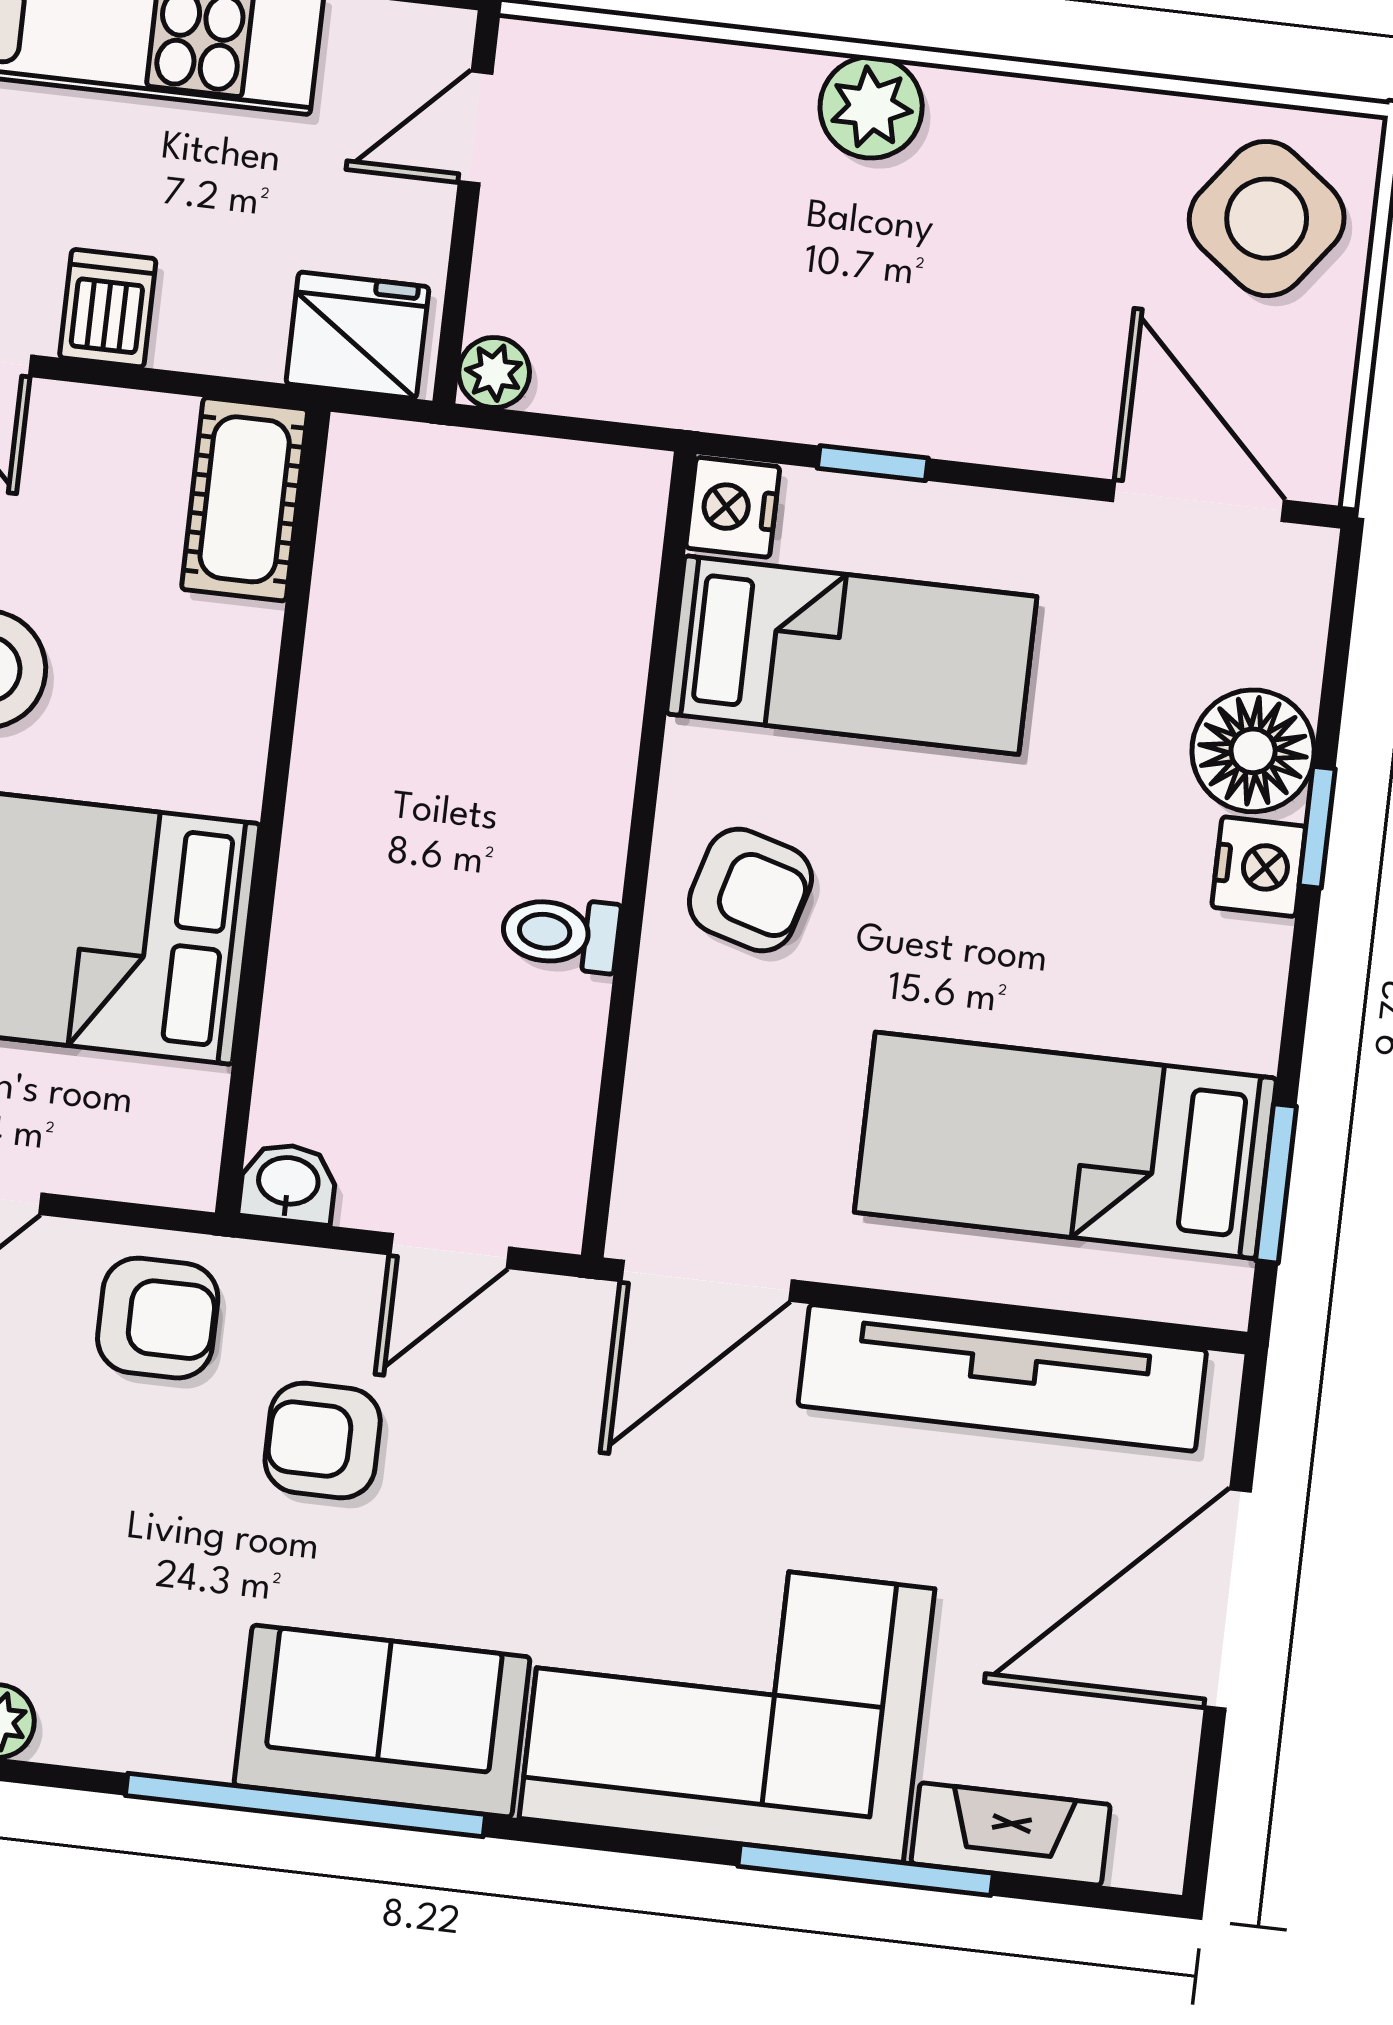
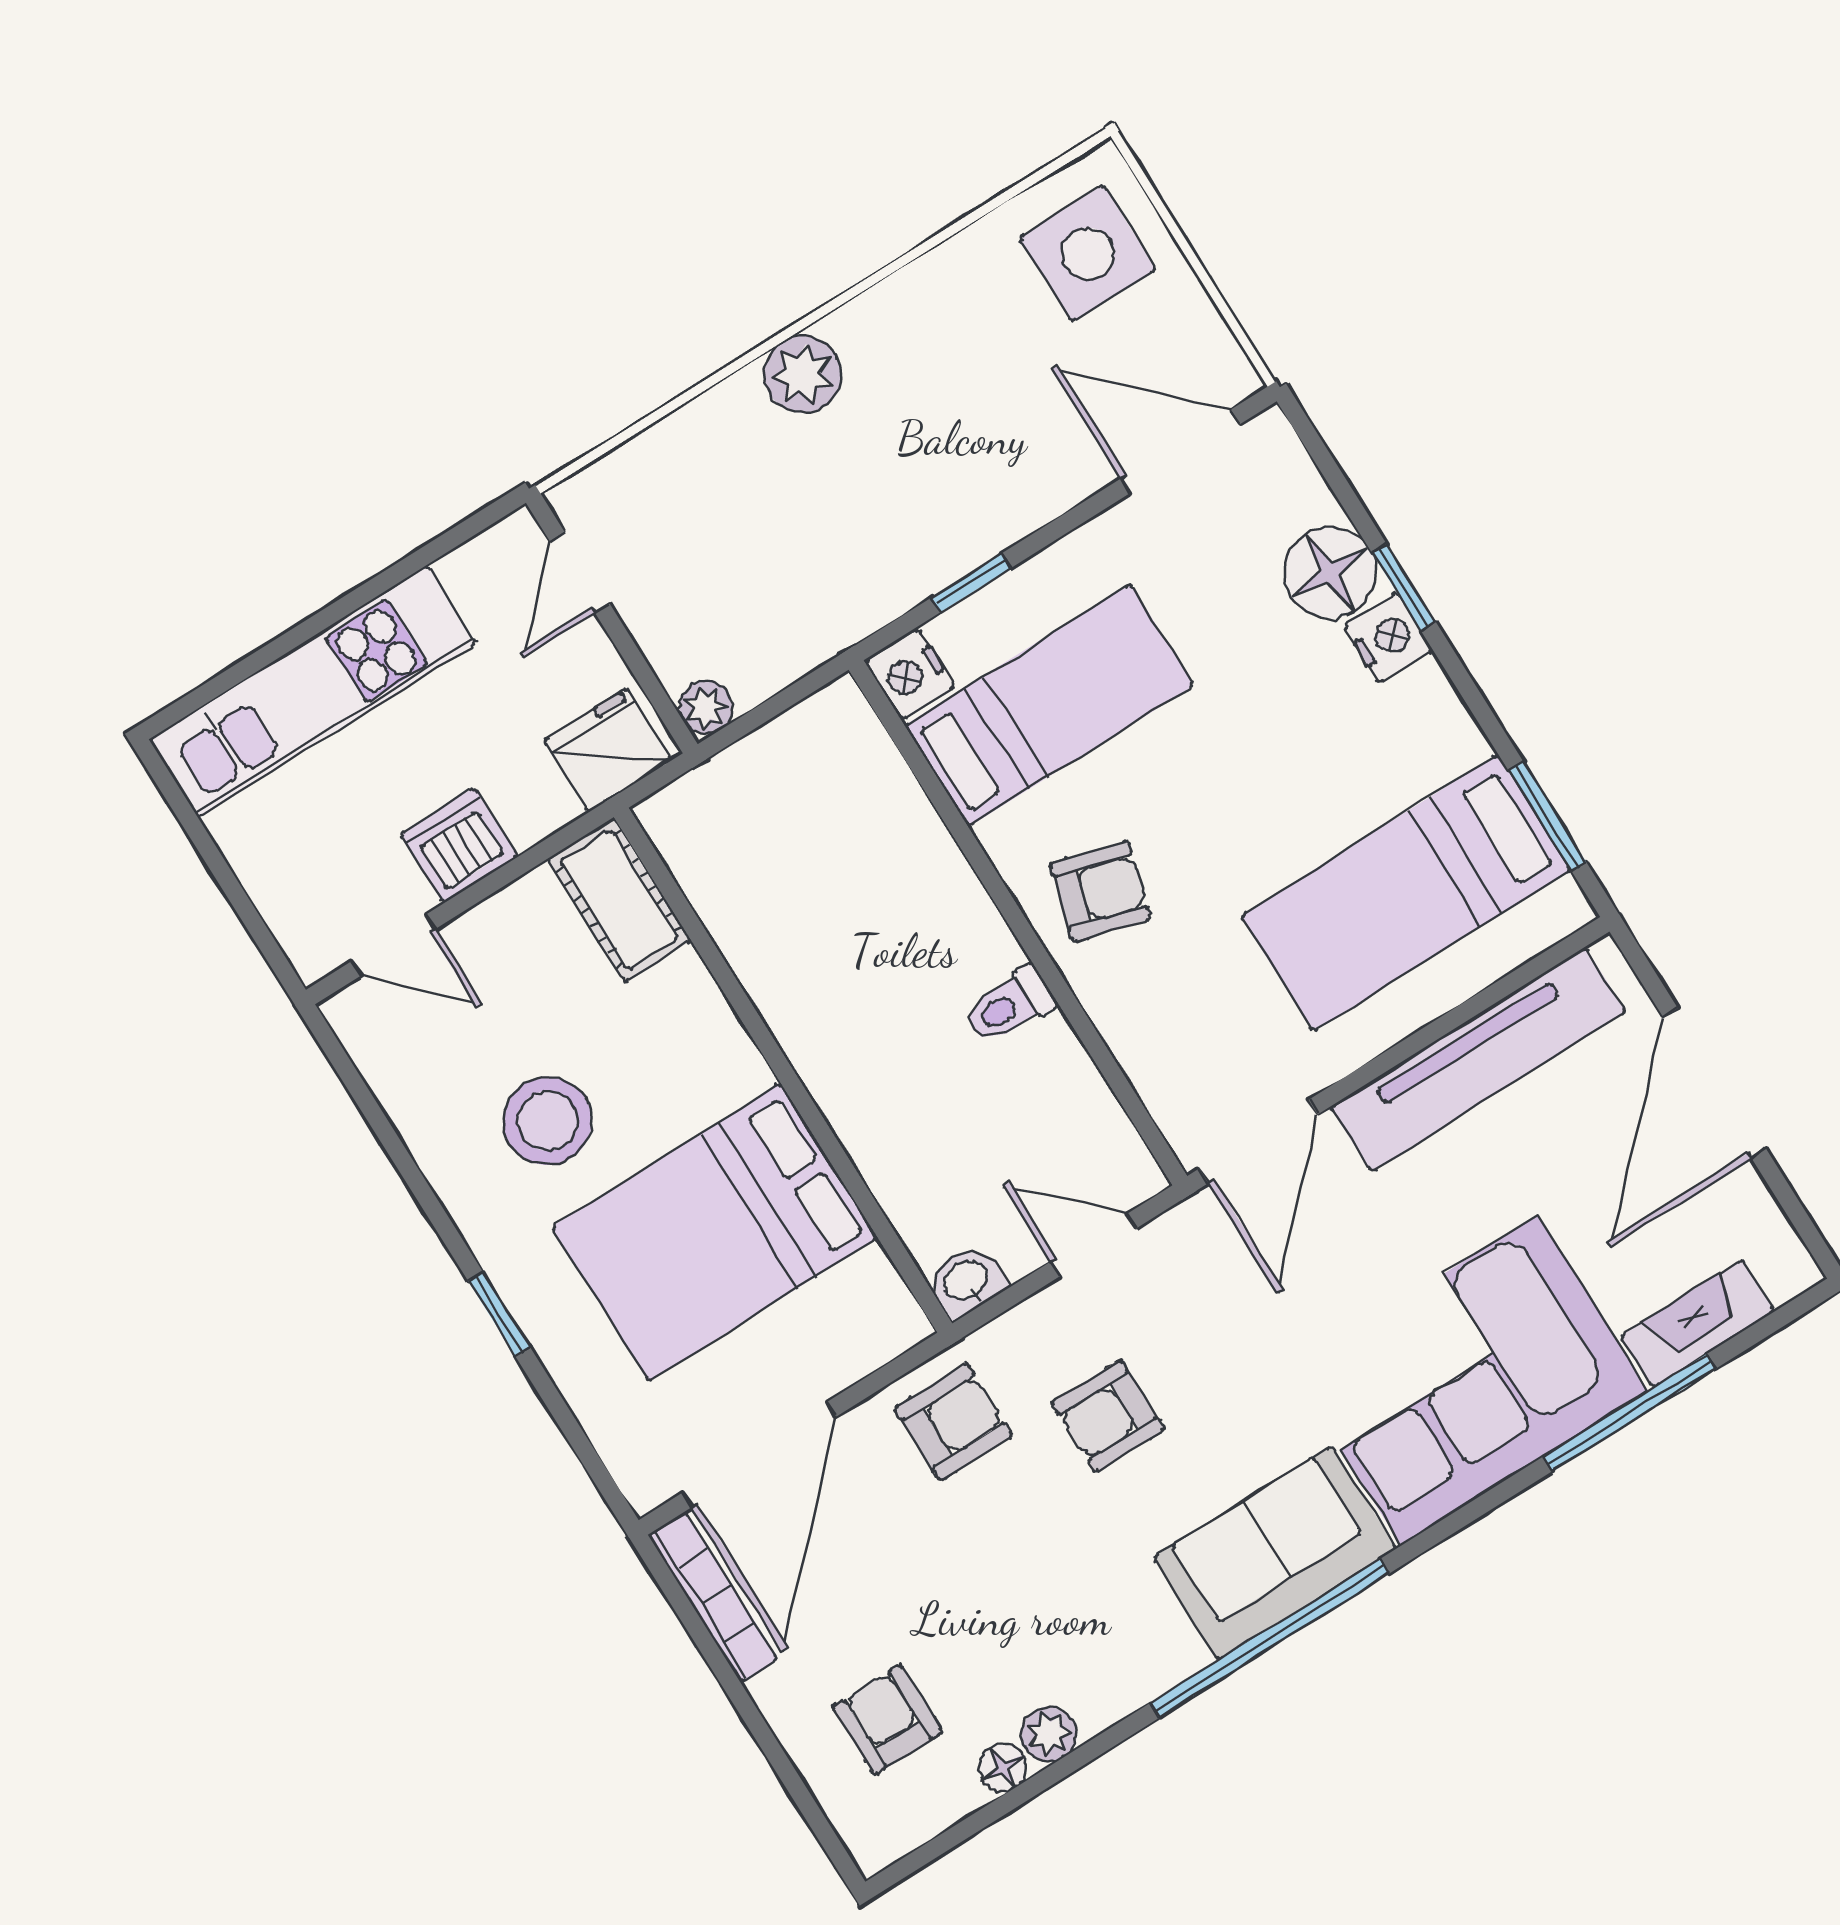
side table: (1267, 219) -> (1088, 253), turned -37
dishwasher: (108, 308) -> (459, 845), width x1.38
door: (450, 1251) -> (1094, 1245), swing flipped

